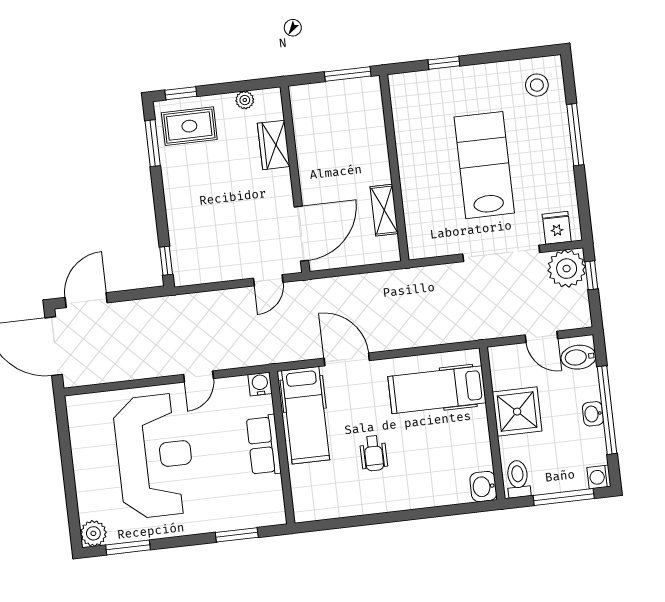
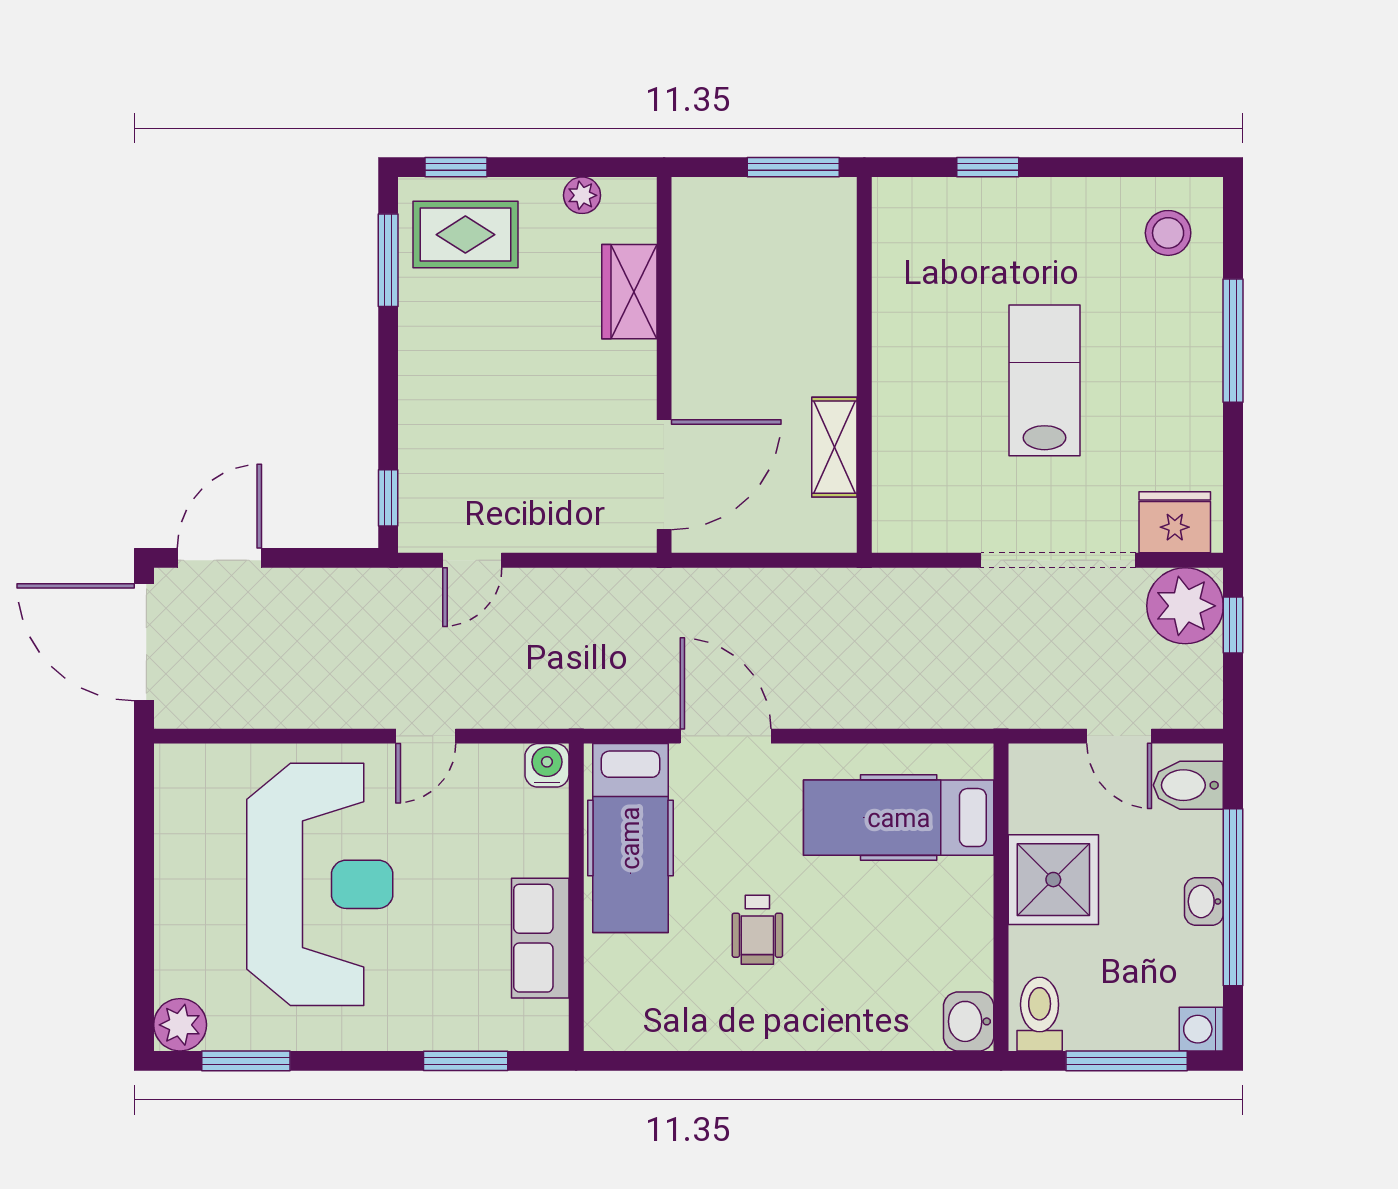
lab bench: (484, 165) -> (1045, 380), width x0.73, depth x0.72
fridge: (557, 228) -> (1175, 522), width x1.38
door: (268, 280) -> (472, 560), moved
row of seats: (264, 445) -> (540, 938), moved

